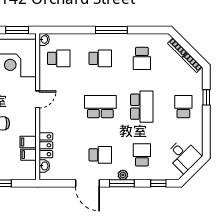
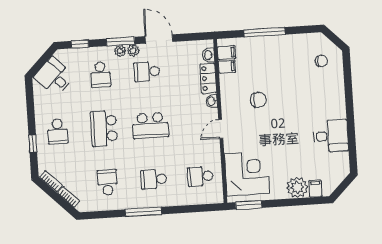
washbasin: (44, 39) -> (212, 101), moved
filing cabinet: (28, 142) -> (227, 53), moved
plant: (111, 174) -> (133, 50), added

